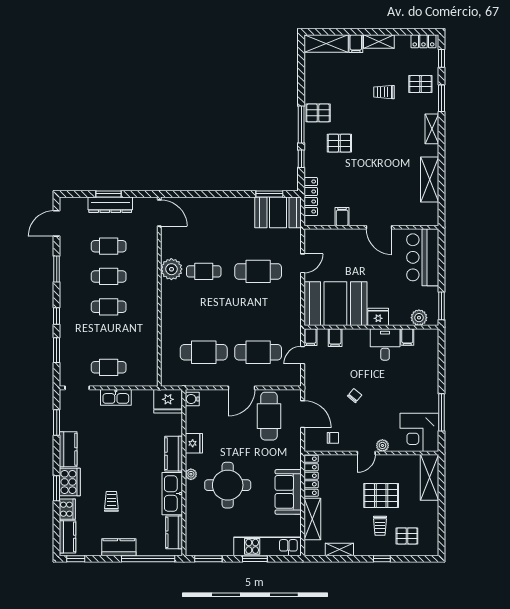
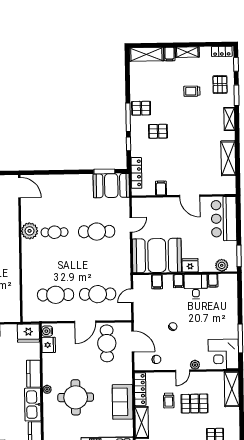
pallet: (420, 84) -> (220, 85), turned 90
filing cabinet: (310, 337) -> (178, 281), moved
fridge: (194, 443) -> (49, 345), moved
trolley: (380, 526) -> (169, 400), moved

